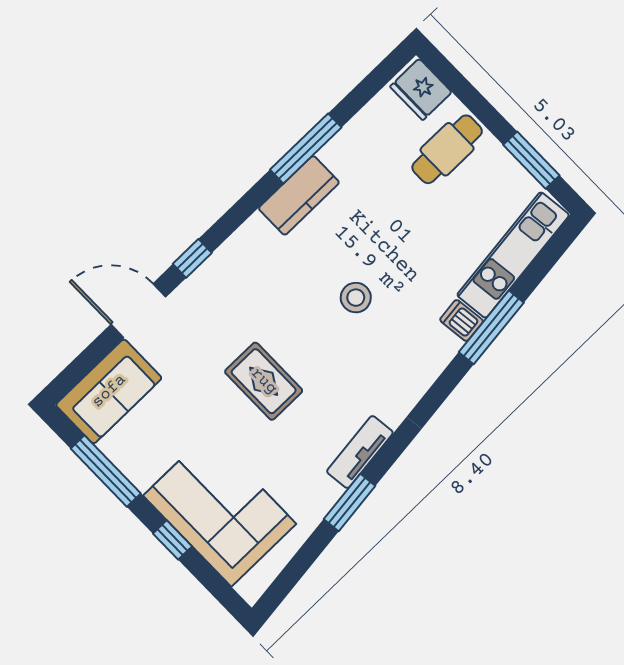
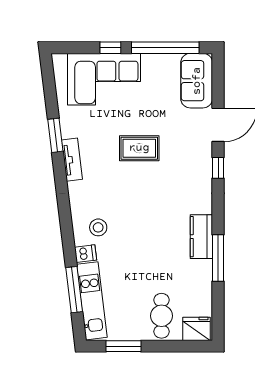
stool: (356, 298) -> (98, 227), moved
window: (491, 327) -> (74, 290), moved
window: (106, 471) -> (165, 48), width x1.46

